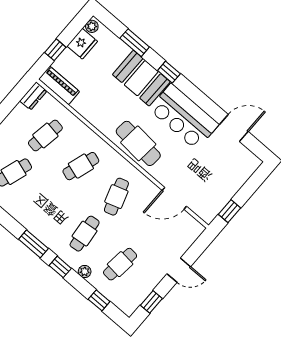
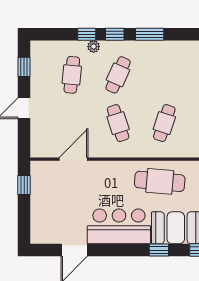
cafe table: (138, 143) -> (160, 181), moved
cafe table: (85, 234) -> (118, 75), turned 30
window: (99, 300) -> (87, 34), moved

